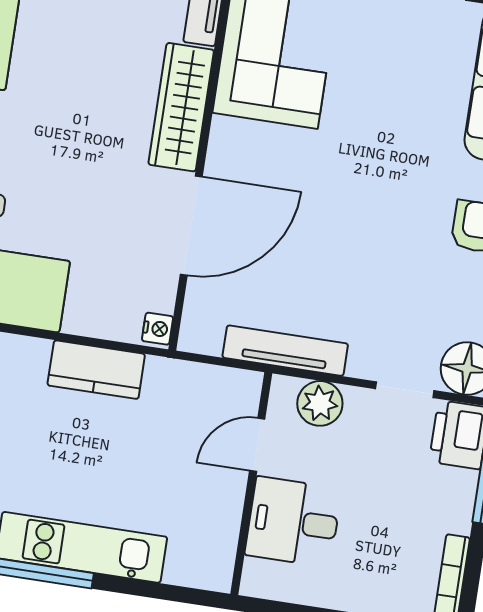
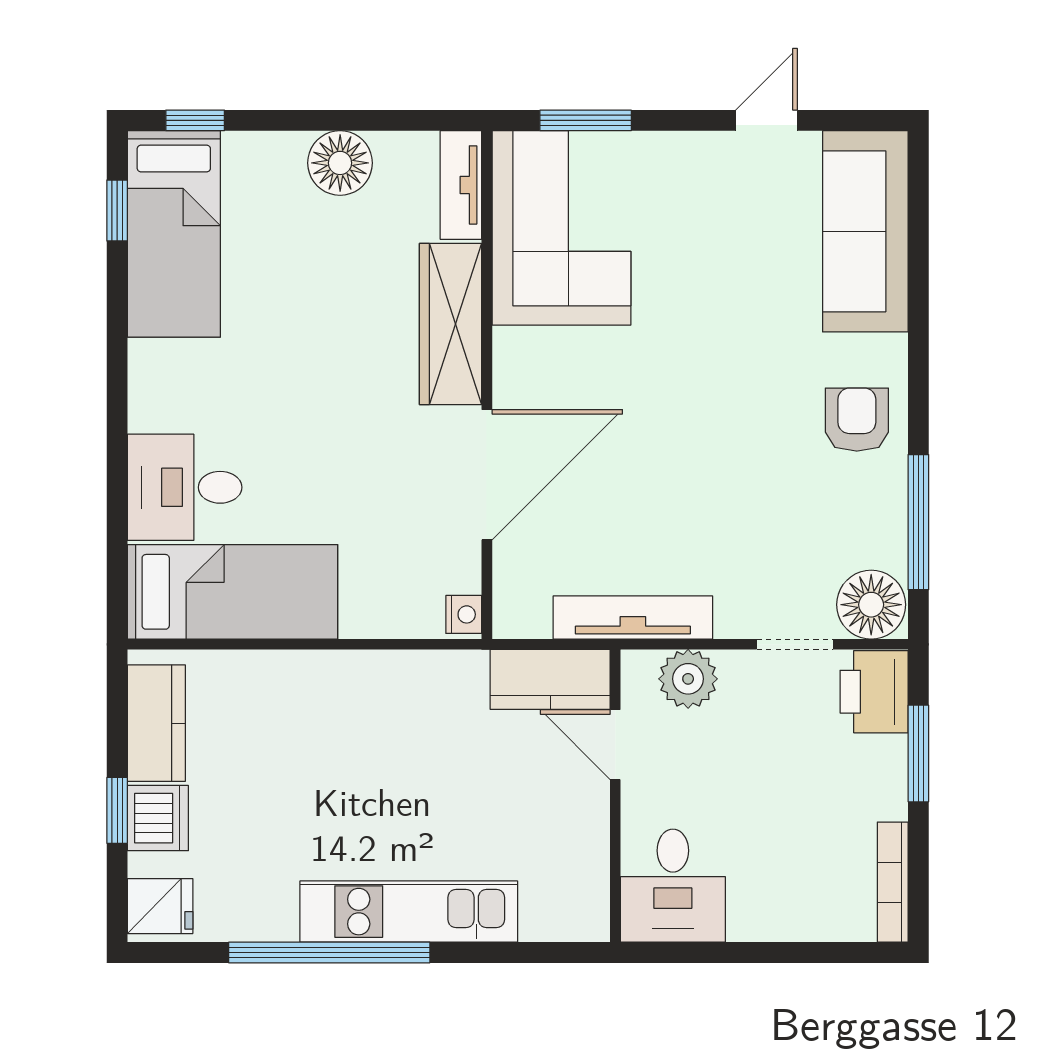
kitchen counter: (96, 370) -> (550, 679), moved
door: (257, 445) -> (615, 745), hinge flipped
desk: (293, 522) -> (673, 886), moved, turned -90

